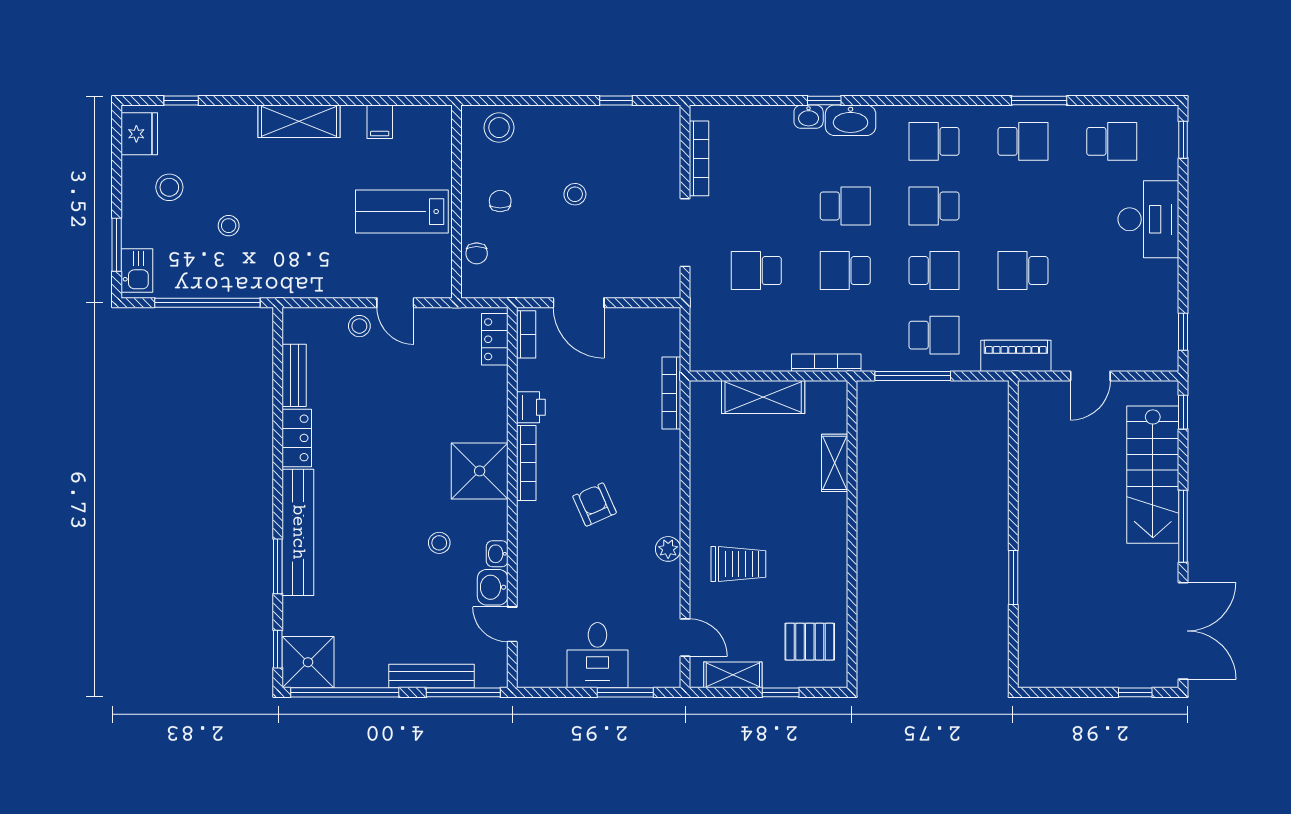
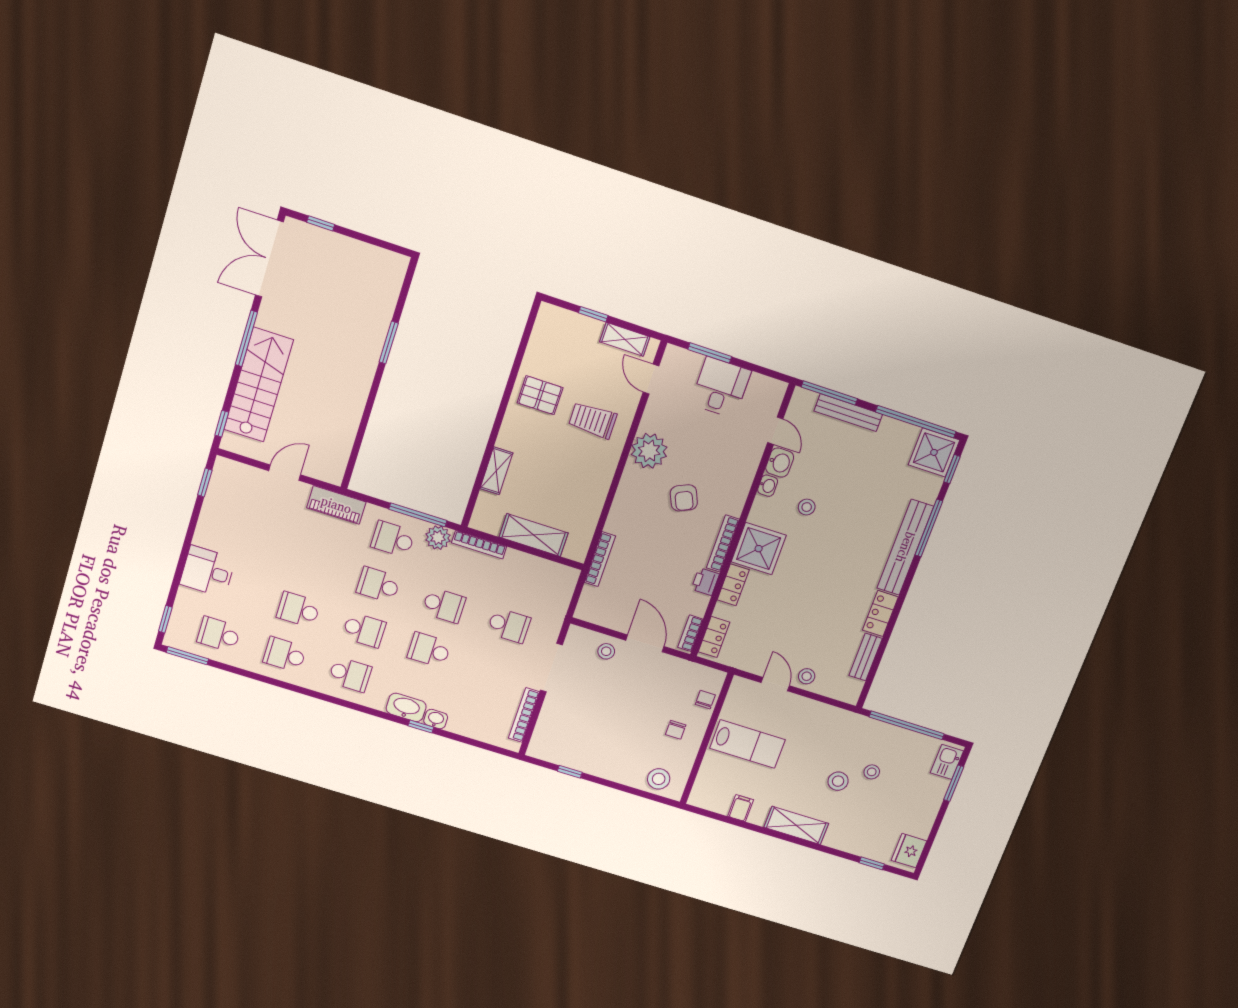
window: (1039, 101) -> (187, 656), moved
stool: (169, 187) -> (838, 781), moved
stool: (575, 194) -> (606, 651), moved
desk: (1148, 219) -> (208, 571), width x0.73
school desk: (1023, 271) -> (298, 610), moved, turned 180
plant: (880, 355) -> (438, 538), added
locker: (495, 414) -> (733, 585), added
plant: (668, 549) -> (649, 451), width x1.87, depth x1.87
window: (278, 566) -> (929, 528), width x1.44
pallet: (810, 642) -> (540, 395), moved

